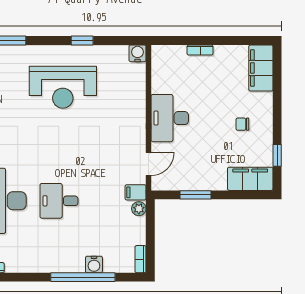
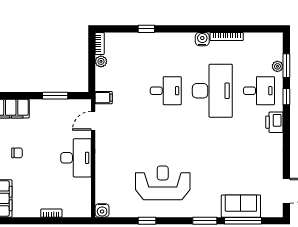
plant: (139, 209) -> (101, 61), moved
water cooler: (94, 264) -> (202, 39), moved
window: (83, 277) -> (146, 29), width x0.32

